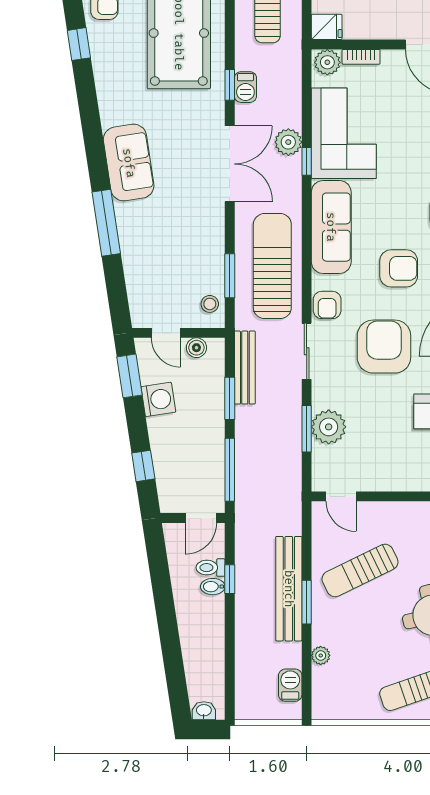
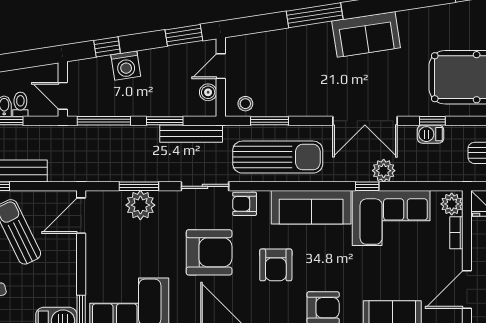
washing machine: (158, 399) -> (126, 66), moved
door: (341, 496) -> (81, 216), width x1.38

